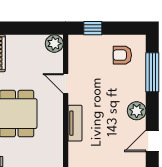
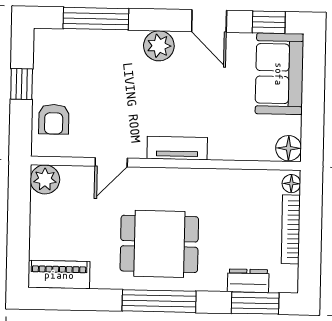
window: (93, 28) -> (22, 84), moved
armchair: (122, 55) -> (54, 119), moved

